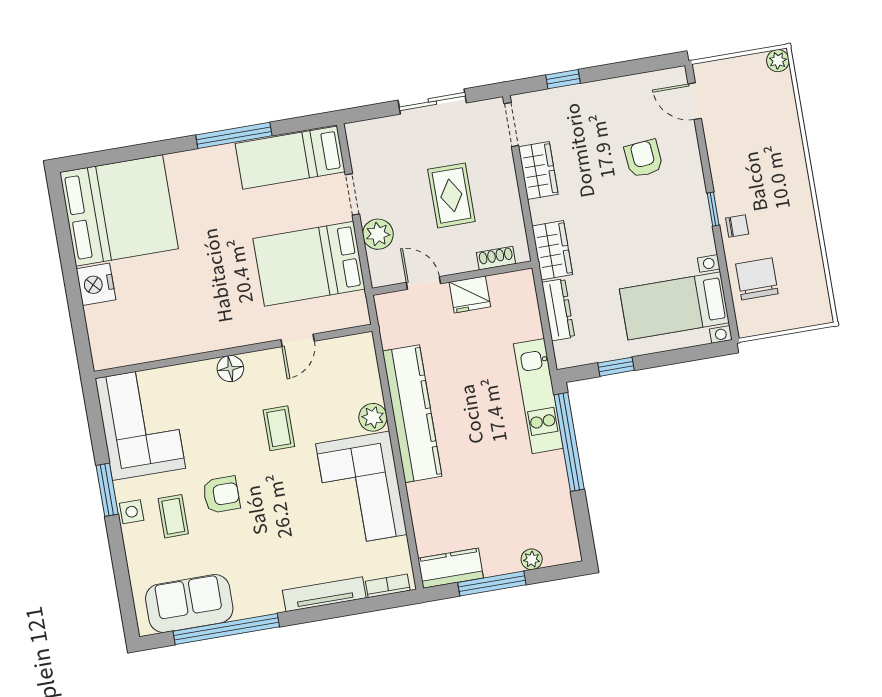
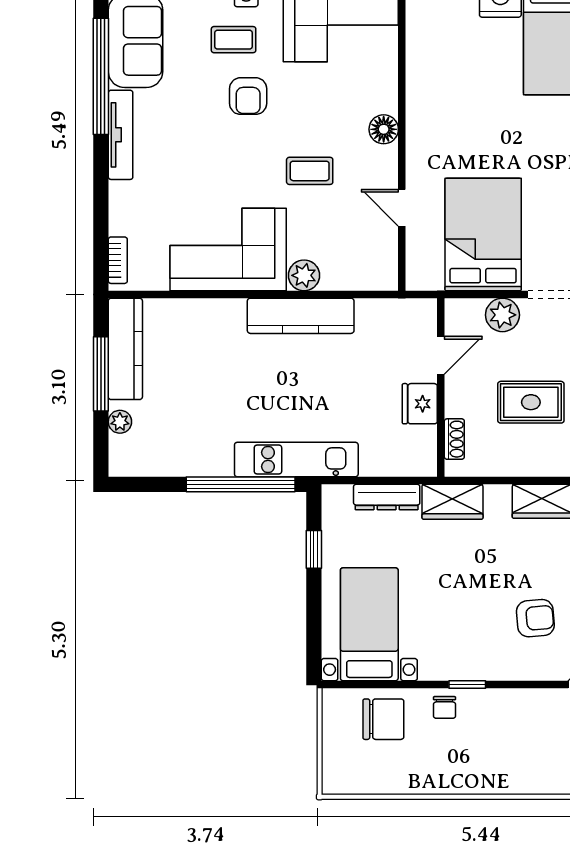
kitchen counter: (412, 414) -> (301, 316), width x0.72, depth x0.86
kitchen counter: (451, 568) -> (125, 349), width x1.50
tv unit: (324, 594) -> (121, 135), moved

